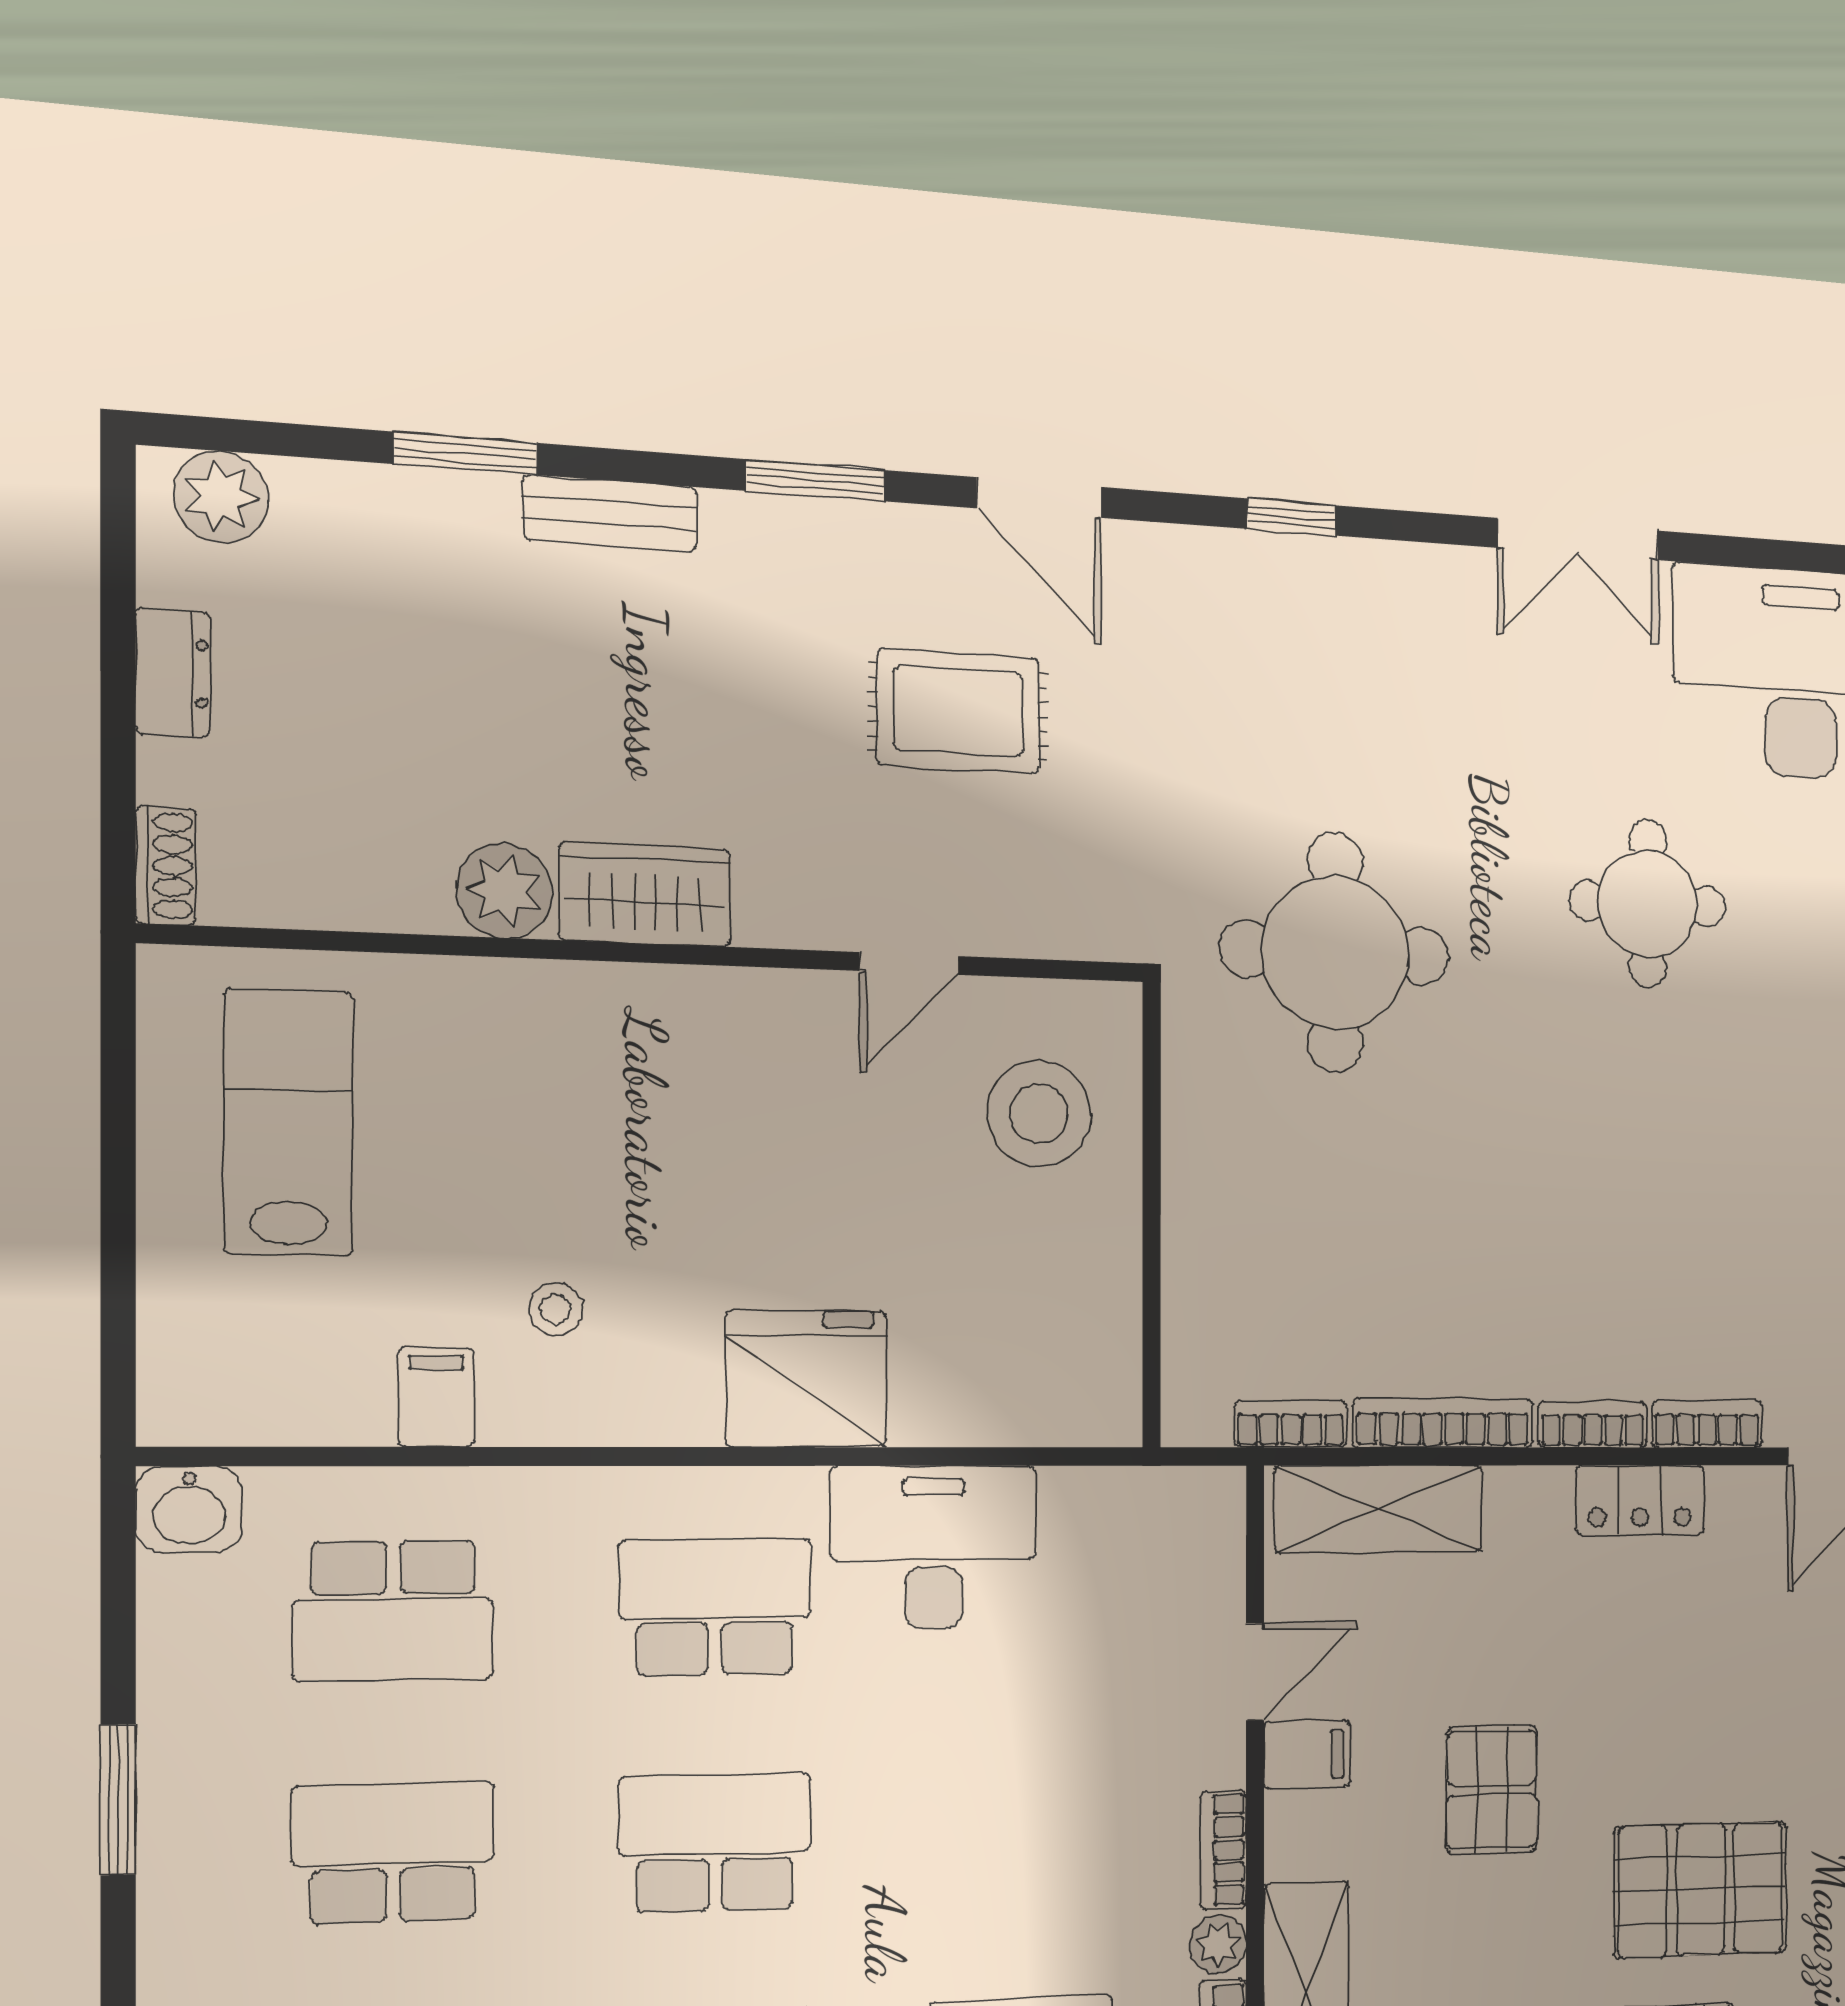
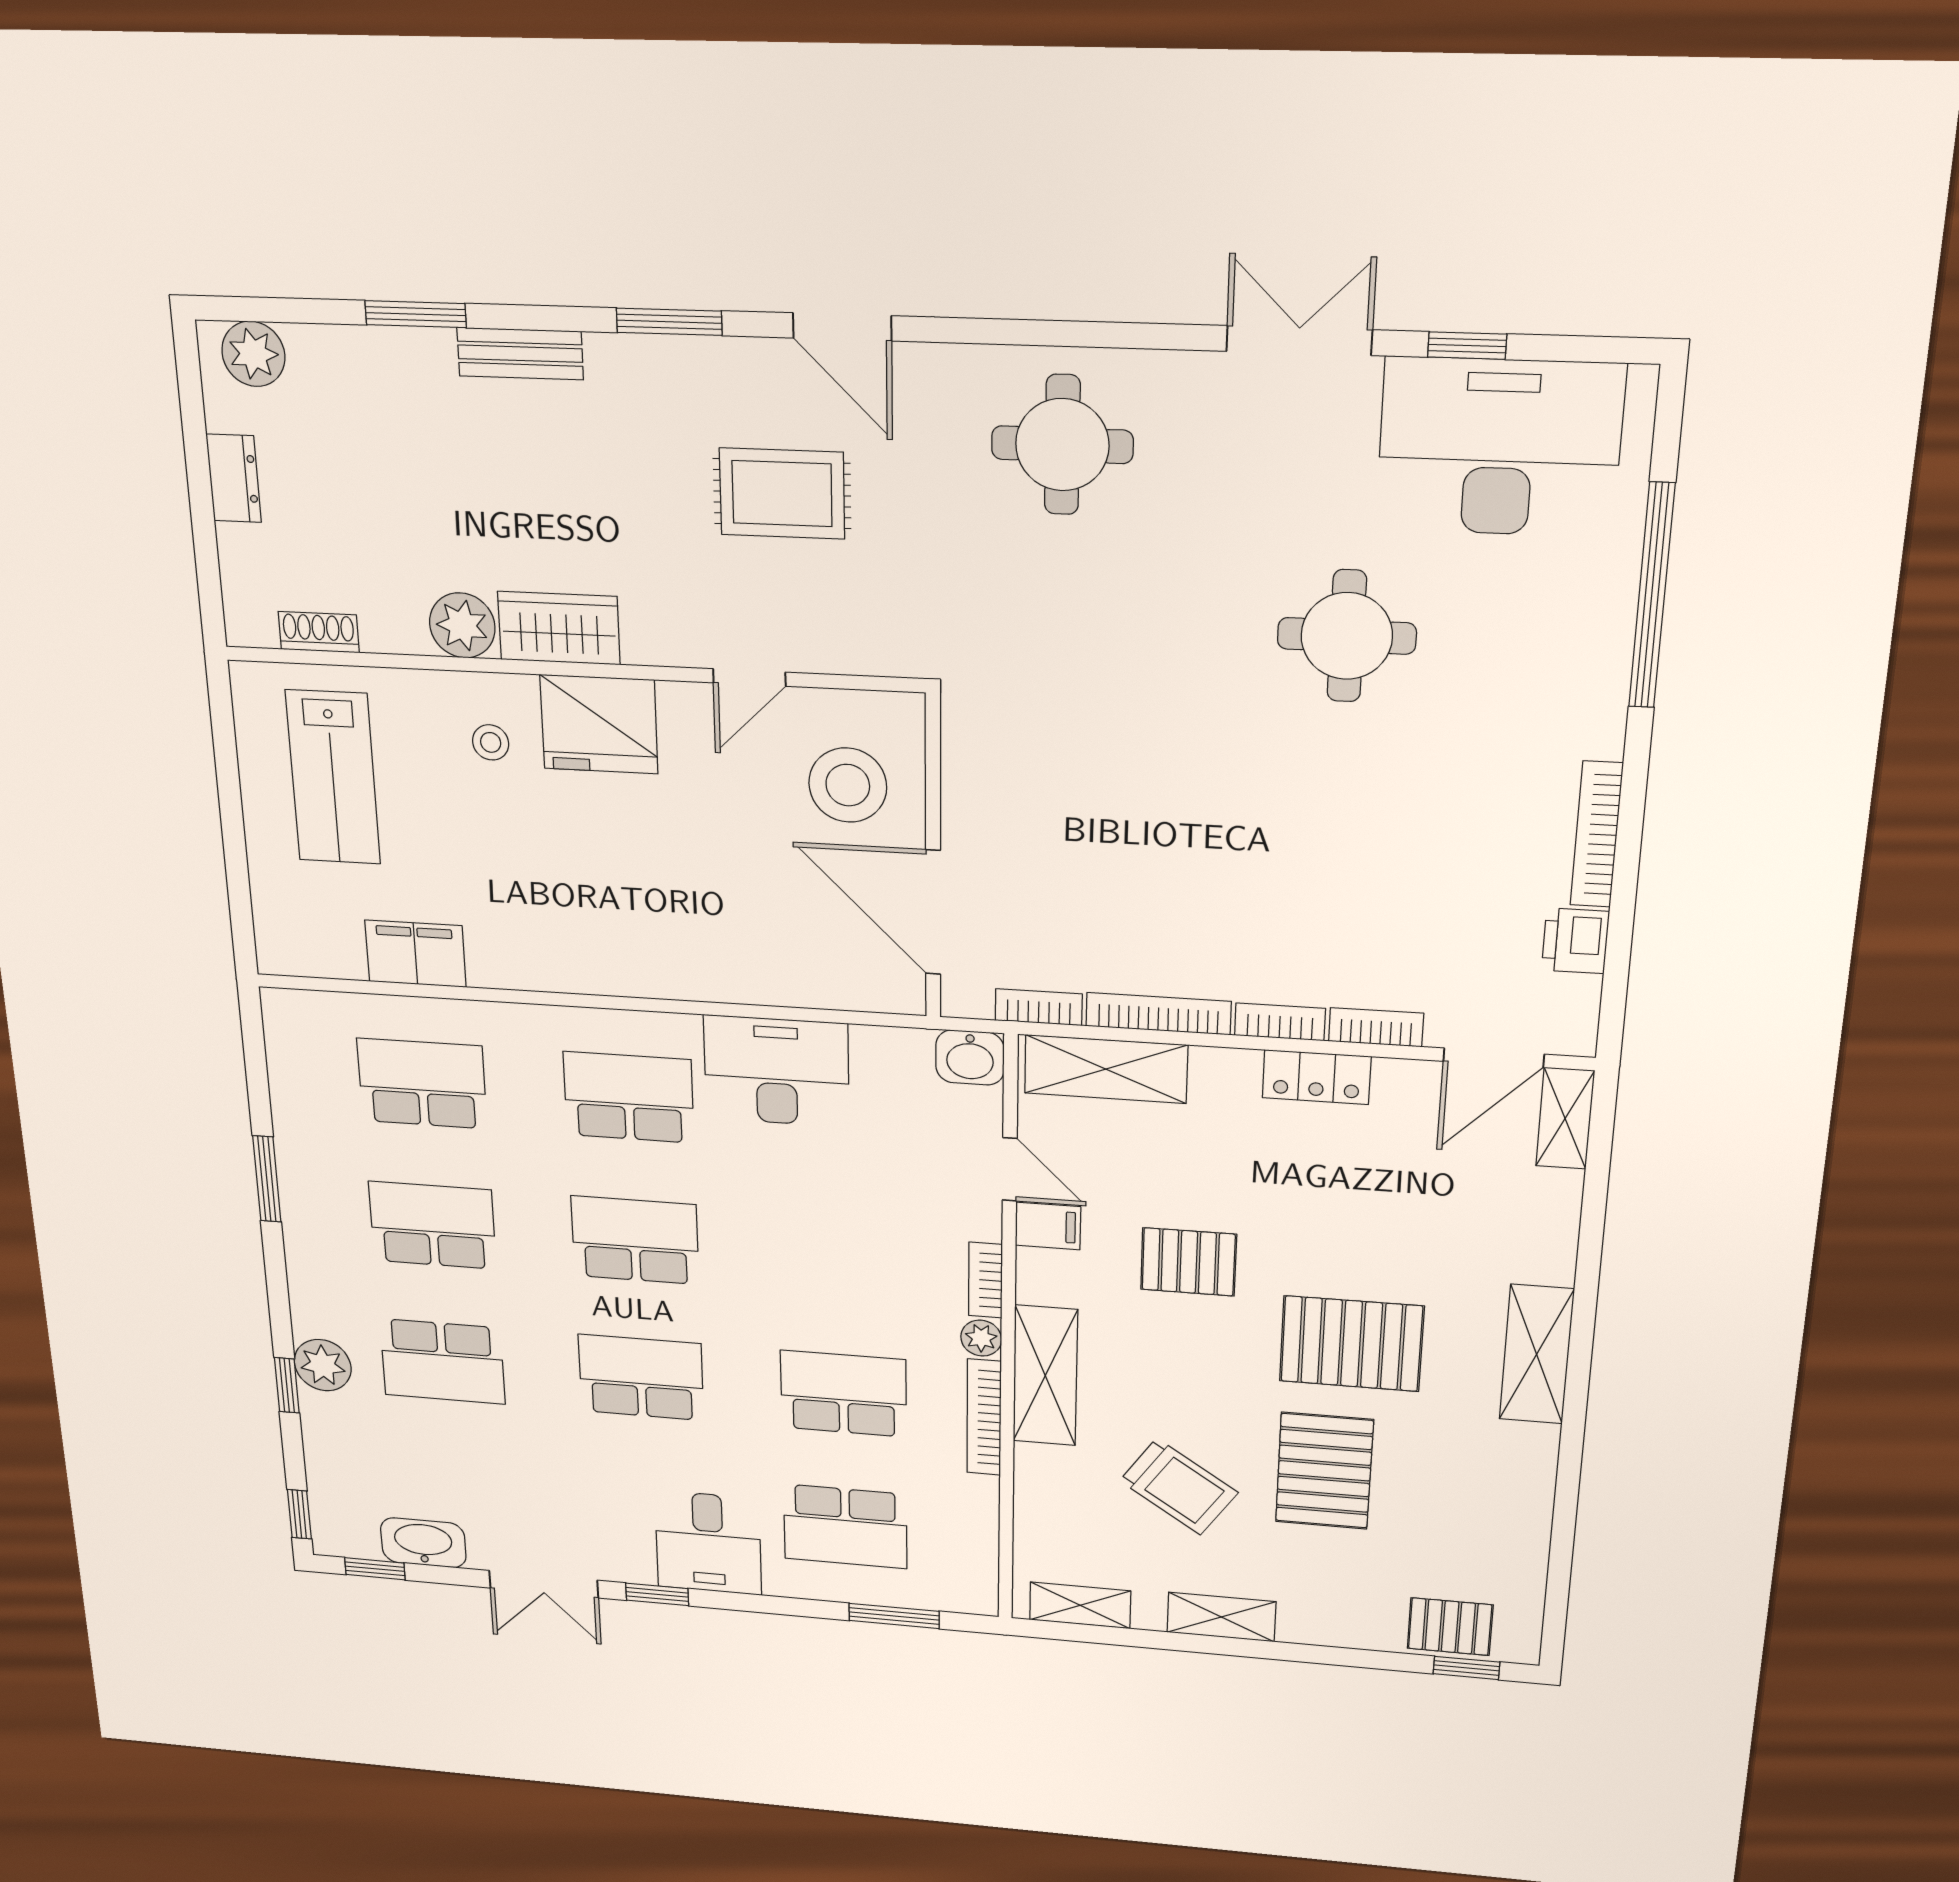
window: (1292, 517) -> (1467, 346), moved
double door: (1578, 539) -> (1299, 341), swing flipped
shoe rack: (166, 866) -> (319, 632), moved, turned -90
round table: (1335, 952) -> (1062, 445), moved, width x0.73, depth x0.73
lab bench: (289, 1122) -> (333, 777), turned 180
door: (1152, 1293) -> (933, 912), added
stool: (555, 1309) -> (491, 742), moved
fridge: (806, 1379) -> (599, 724), moved, turned 180
filing cabinet: (436, 1397) -> (415, 954), width x2.00
washbasin: (189, 1509) -> (970, 1057), moved
school desk: (393, 1611) -> (422, 1084), turned 180
door: (1255, 1672) -> (1010, 1169), hinge flipped
pallet: (1492, 1790) -> (1189, 1262), turned 90

